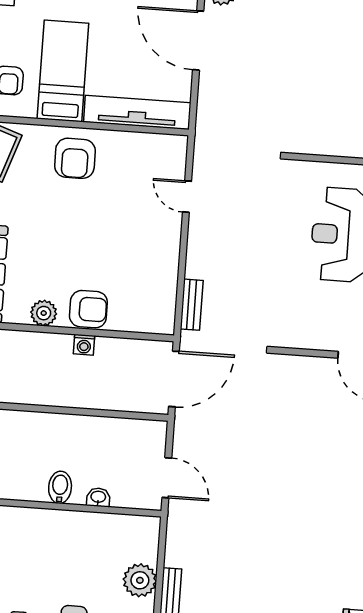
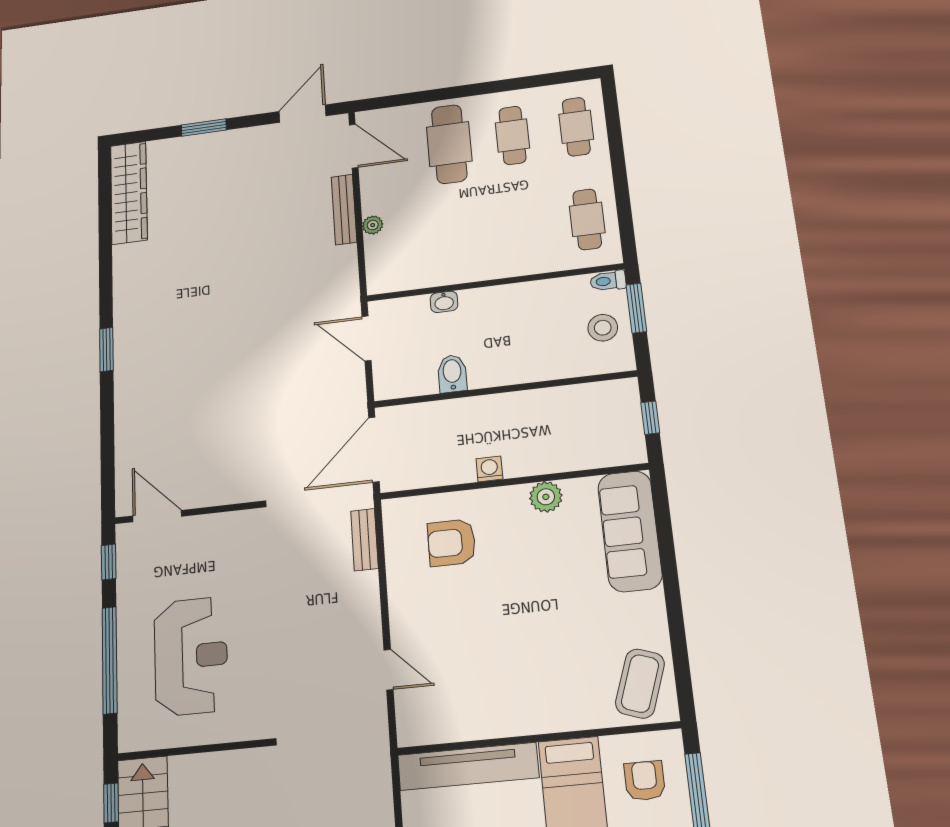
armchair: (75, 158) -> (539, 694), removed
armchair: (88, 309) -> (452, 543), moved
bidet: (60, 487) -> (452, 374), moved, turned 180
plant: (140, 580) -> (373, 225), width x0.53, depth x0.53

